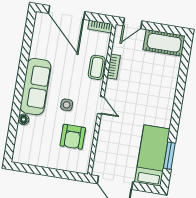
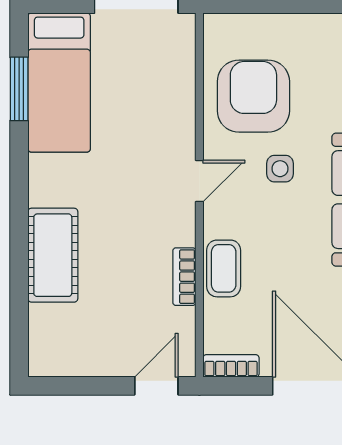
cot: (164, 43) -> (53, 255), moved, turned 90
door: (101, 105) -> (199, 181), swing flipped
armchair: (73, 137) -> (253, 96), width x1.36, depth x1.36

